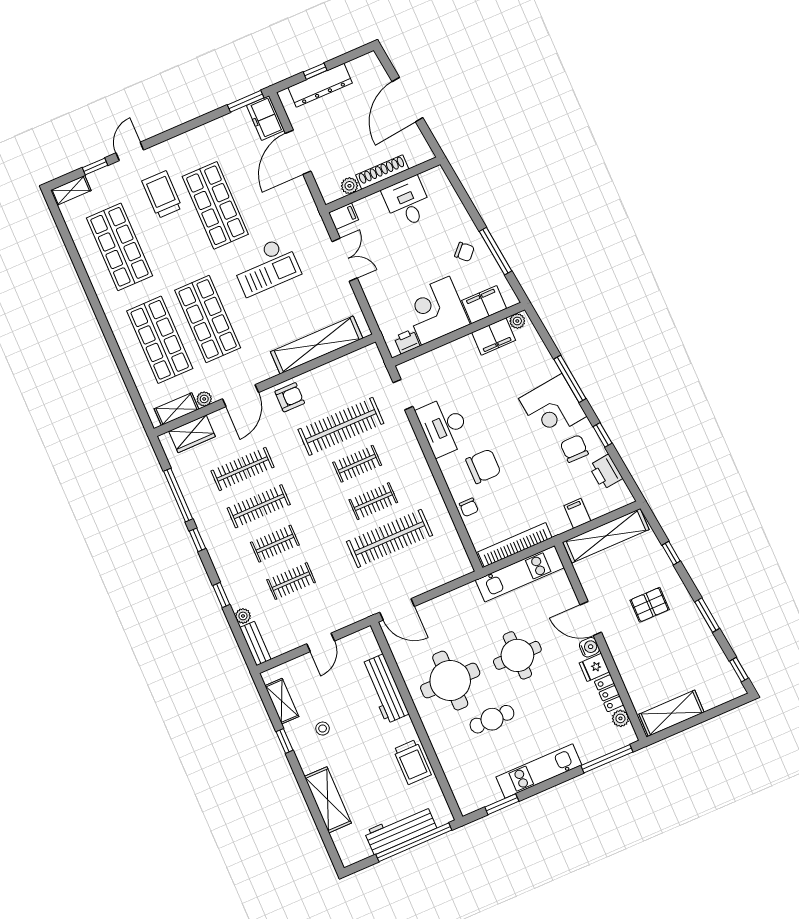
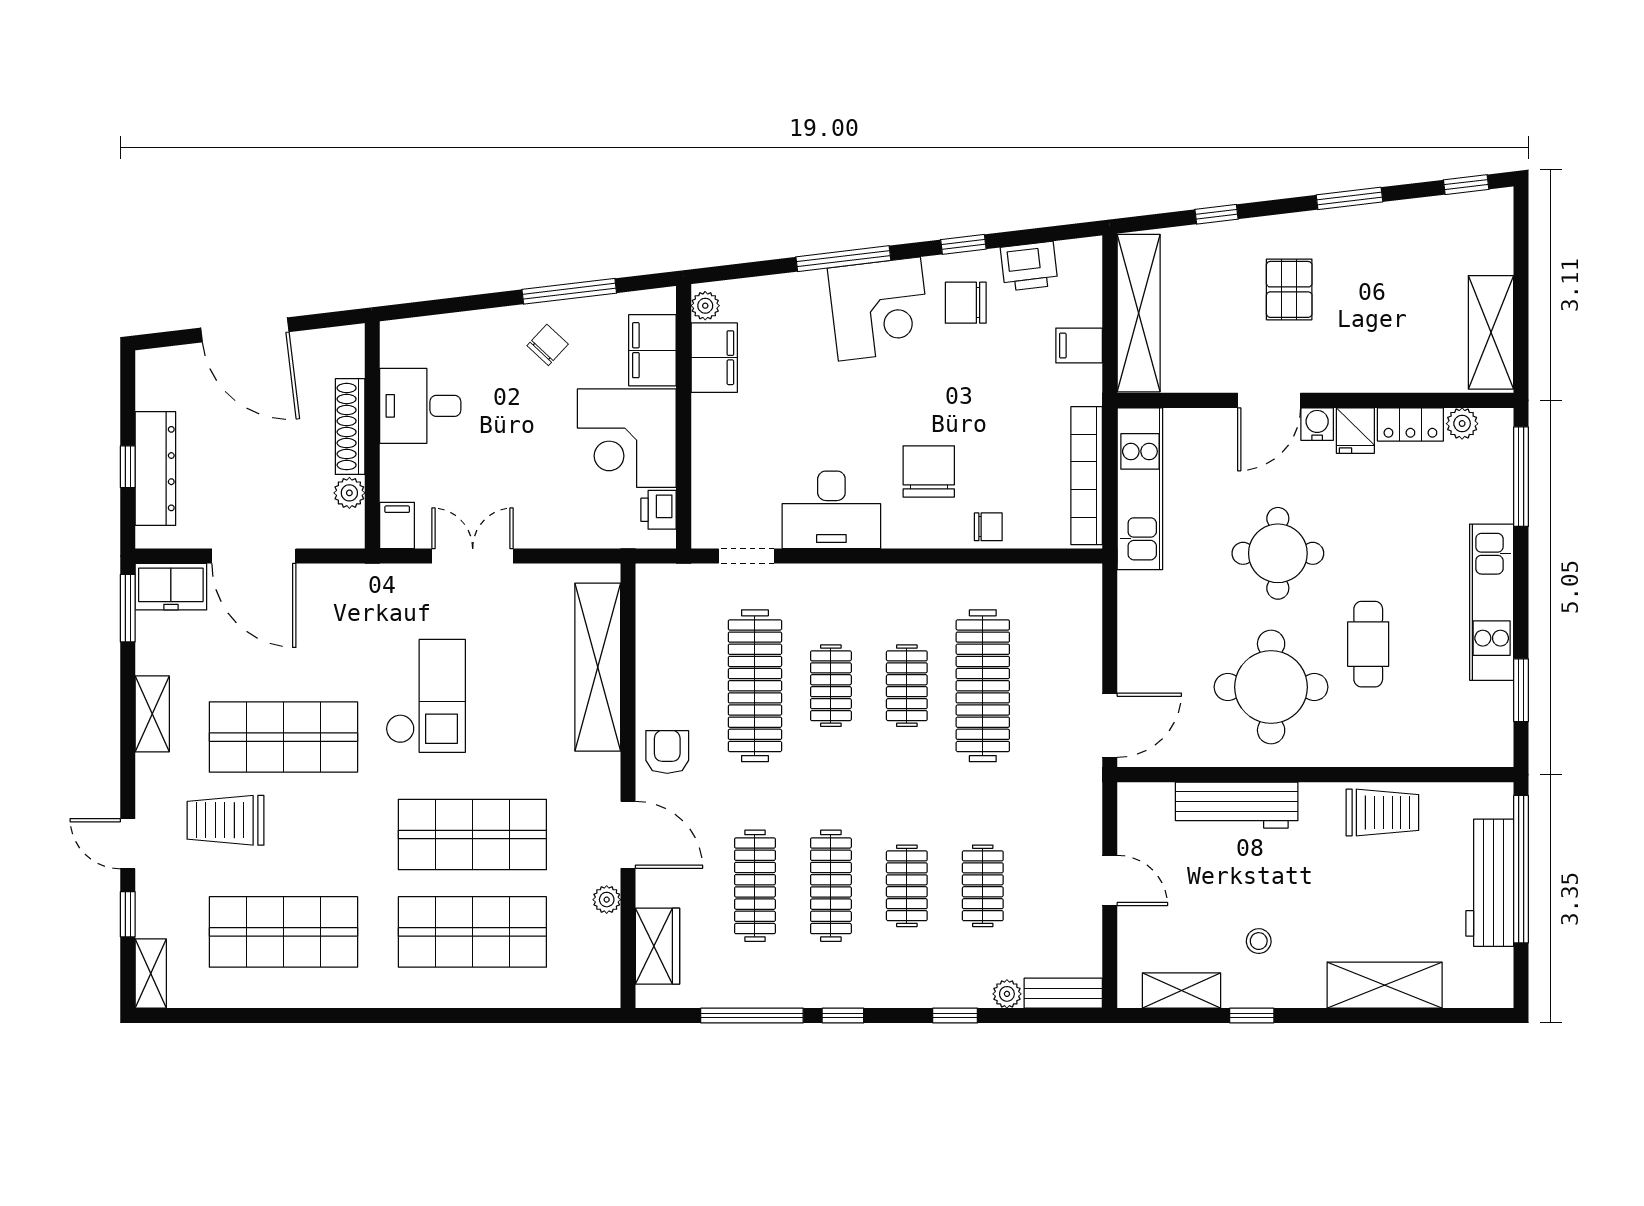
shelving: (177, 409) -> (152, 714), moved

